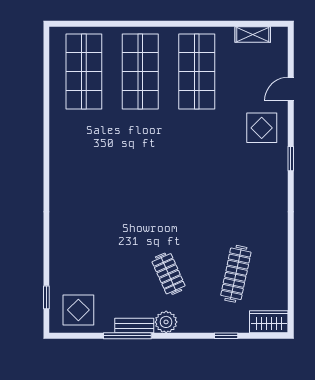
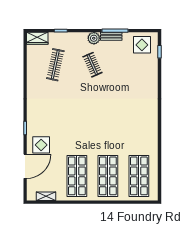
door: (291, 89) -> (25, 166), width x1.87

